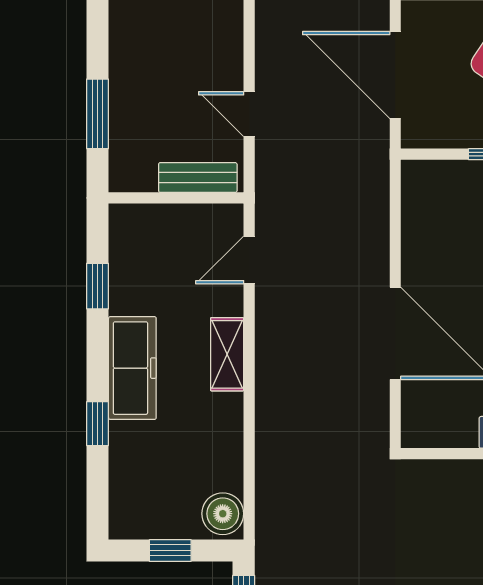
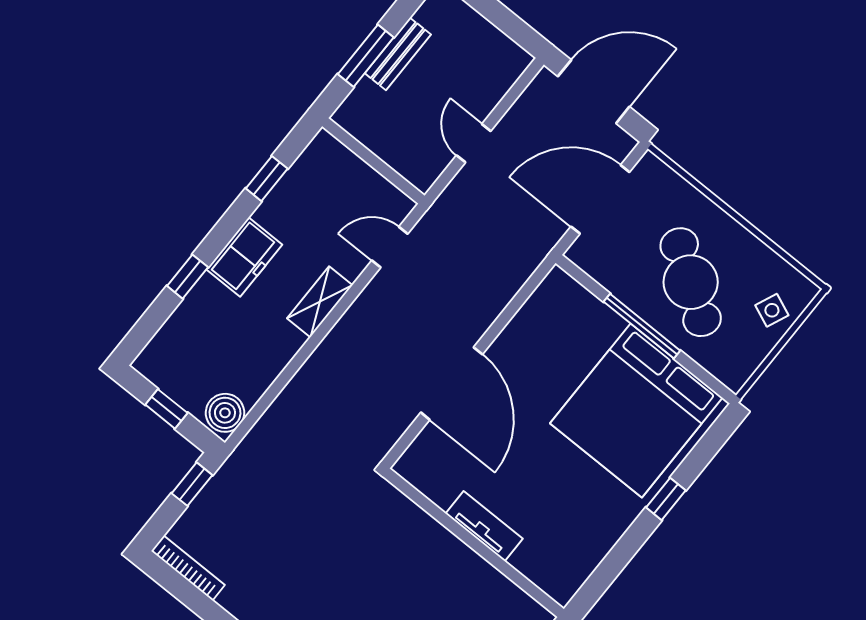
door: (395, 75) -> (600, 199), hinge flipped
bench: (198, 178) -> (398, 54), moved, turned 90
freezer: (132, 368) -> (244, 257), width x0.71

